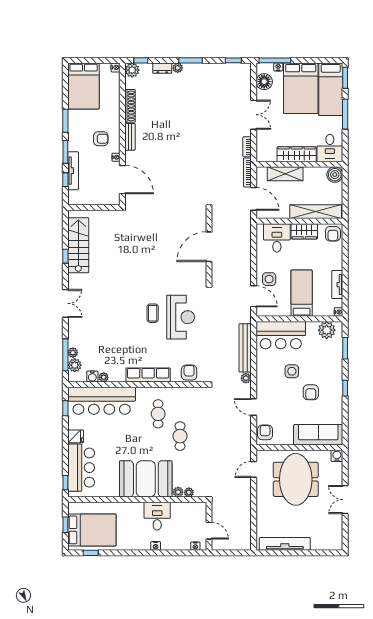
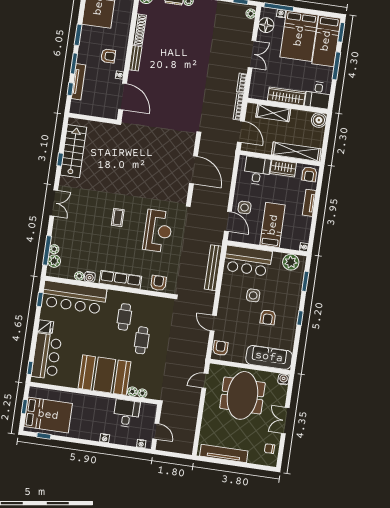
door: (209, 247) -> (193, 170), swing flipped
tv unit: (337, 285) -> (309, 203), moved
coffee table: (153, 313) -> (118, 217), moved
water cooler: (92, 377) -> (90, 277), moved
plant: (246, 378) -> (251, 14), moved
desk: (157, 516) -> (126, 413), moved
chair: (333, 532) -> (270, 449), added

